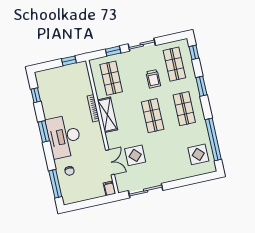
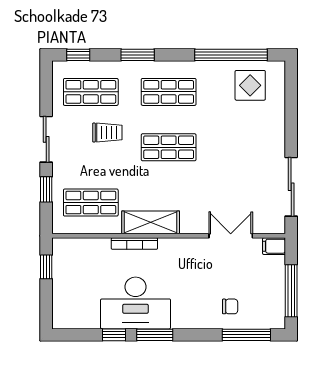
window: (36, 95) -> (114, 335), moved
desk: (64, 137) -> (136, 303), moved
display table: (135, 155) -> (229, 191), removed
window: (86, 204) -> (291, 291), added

